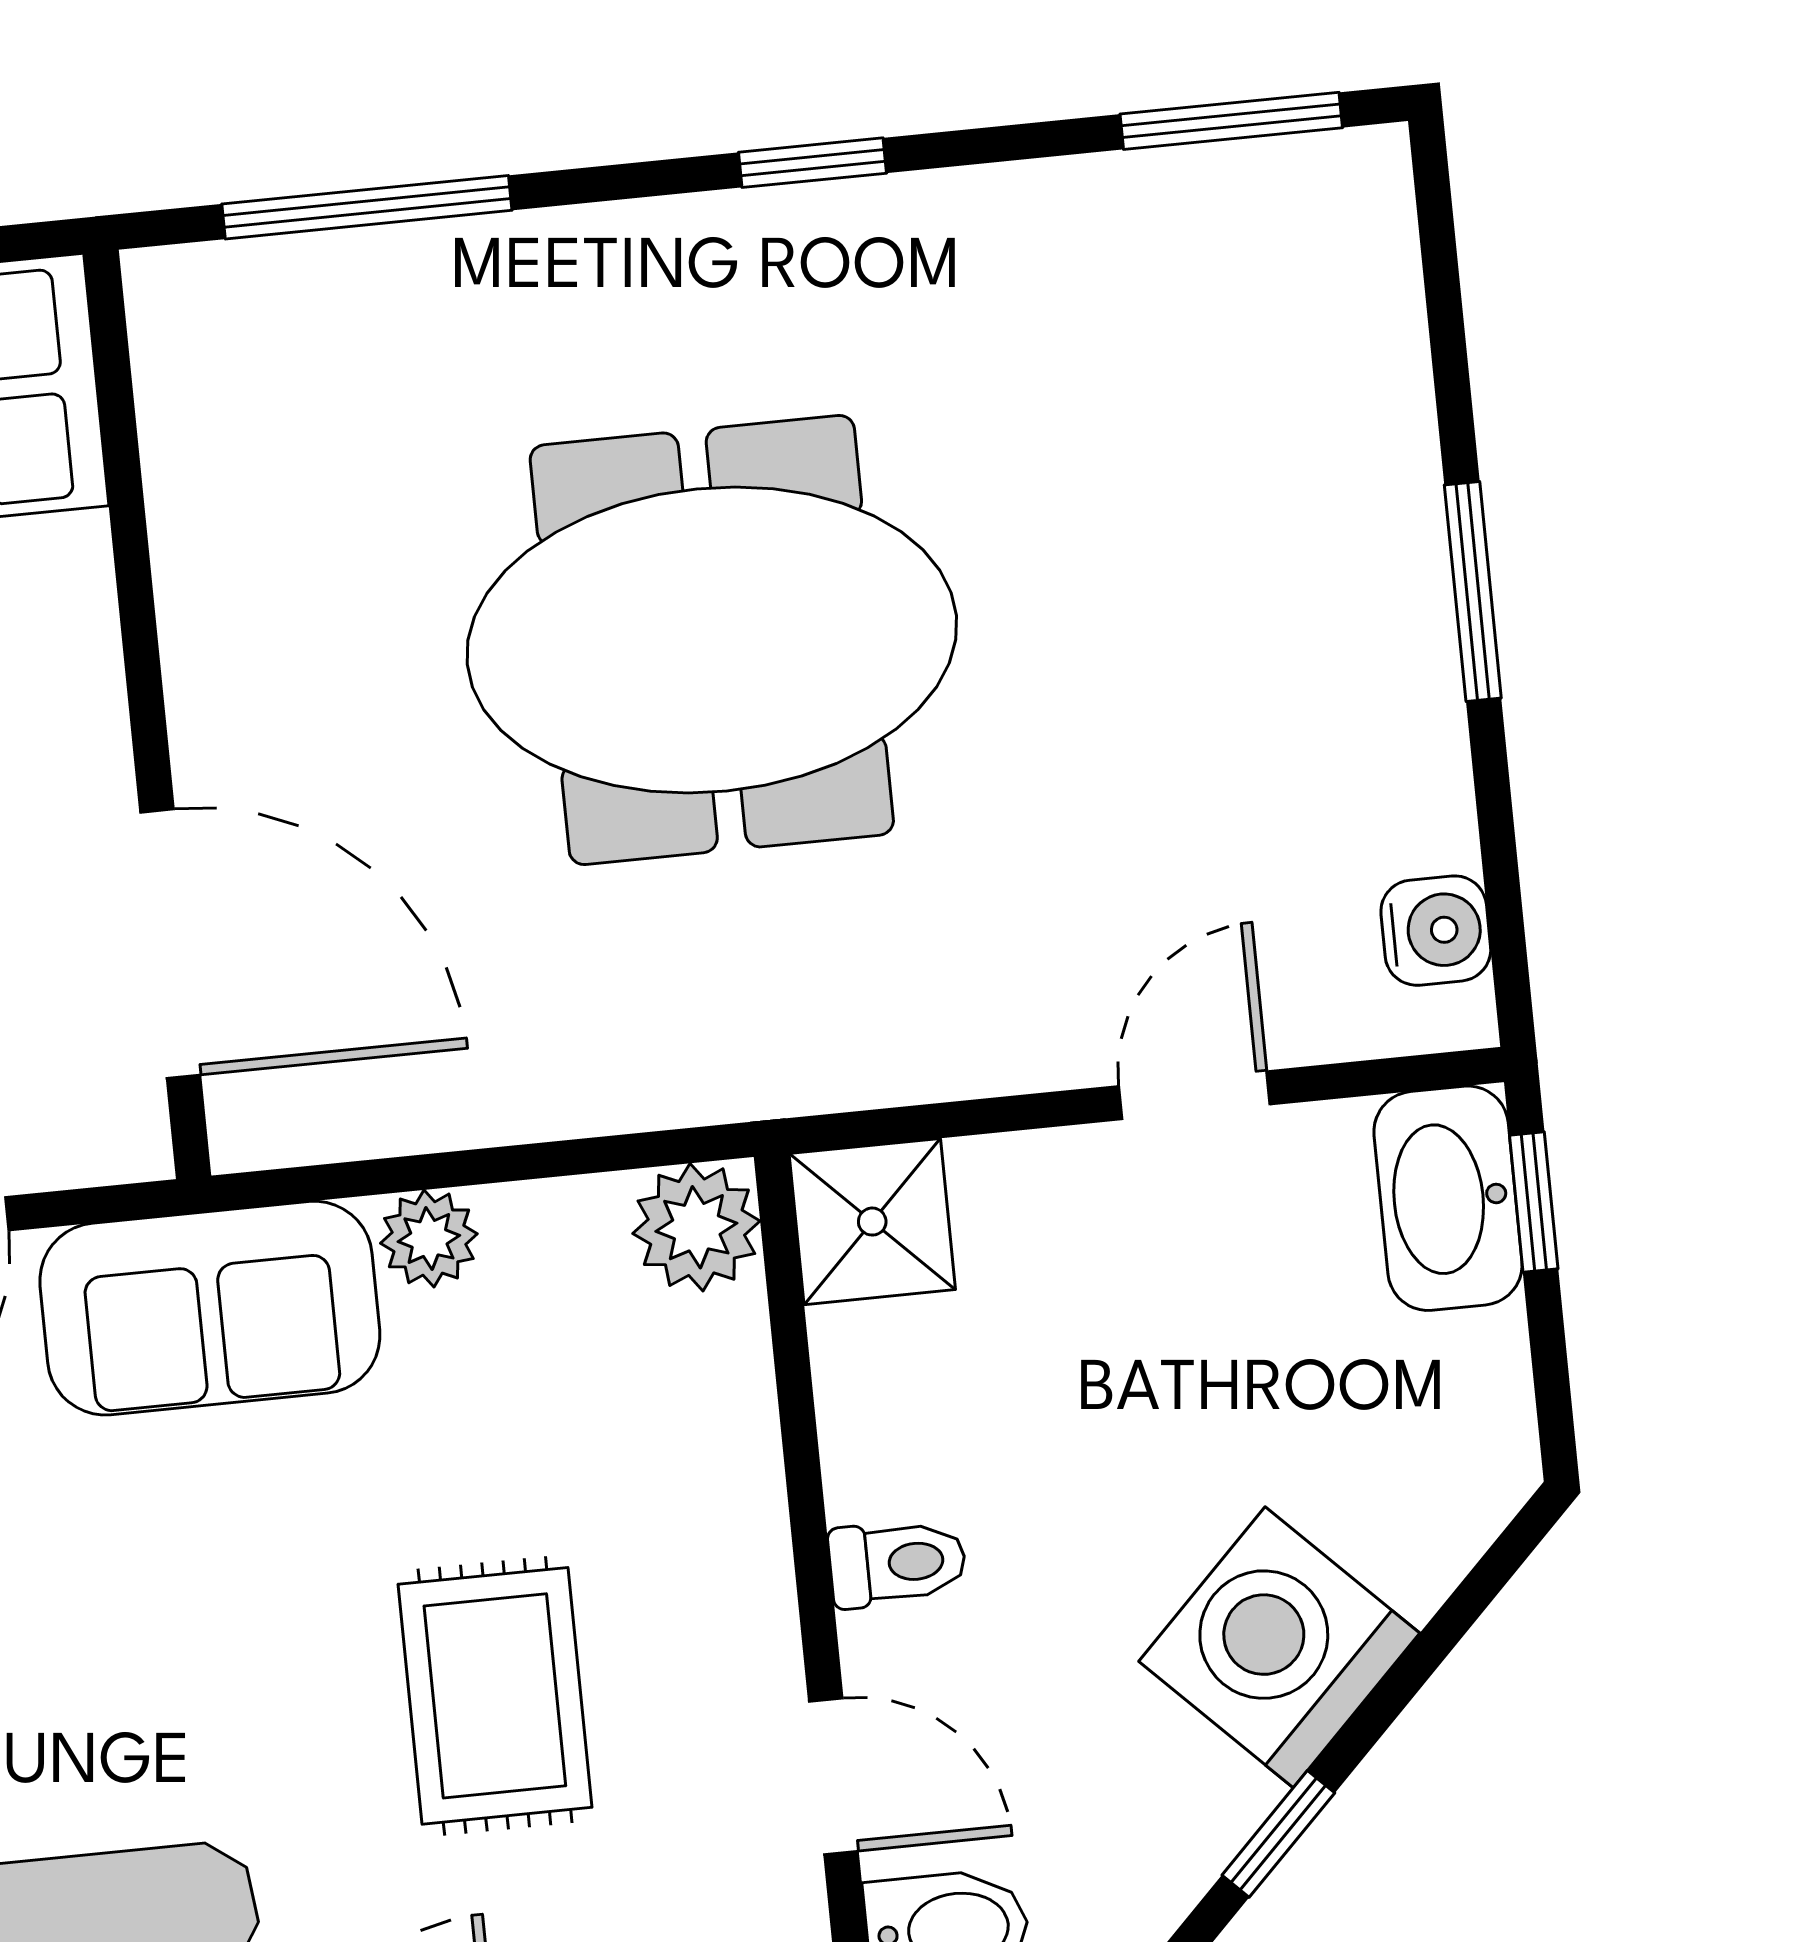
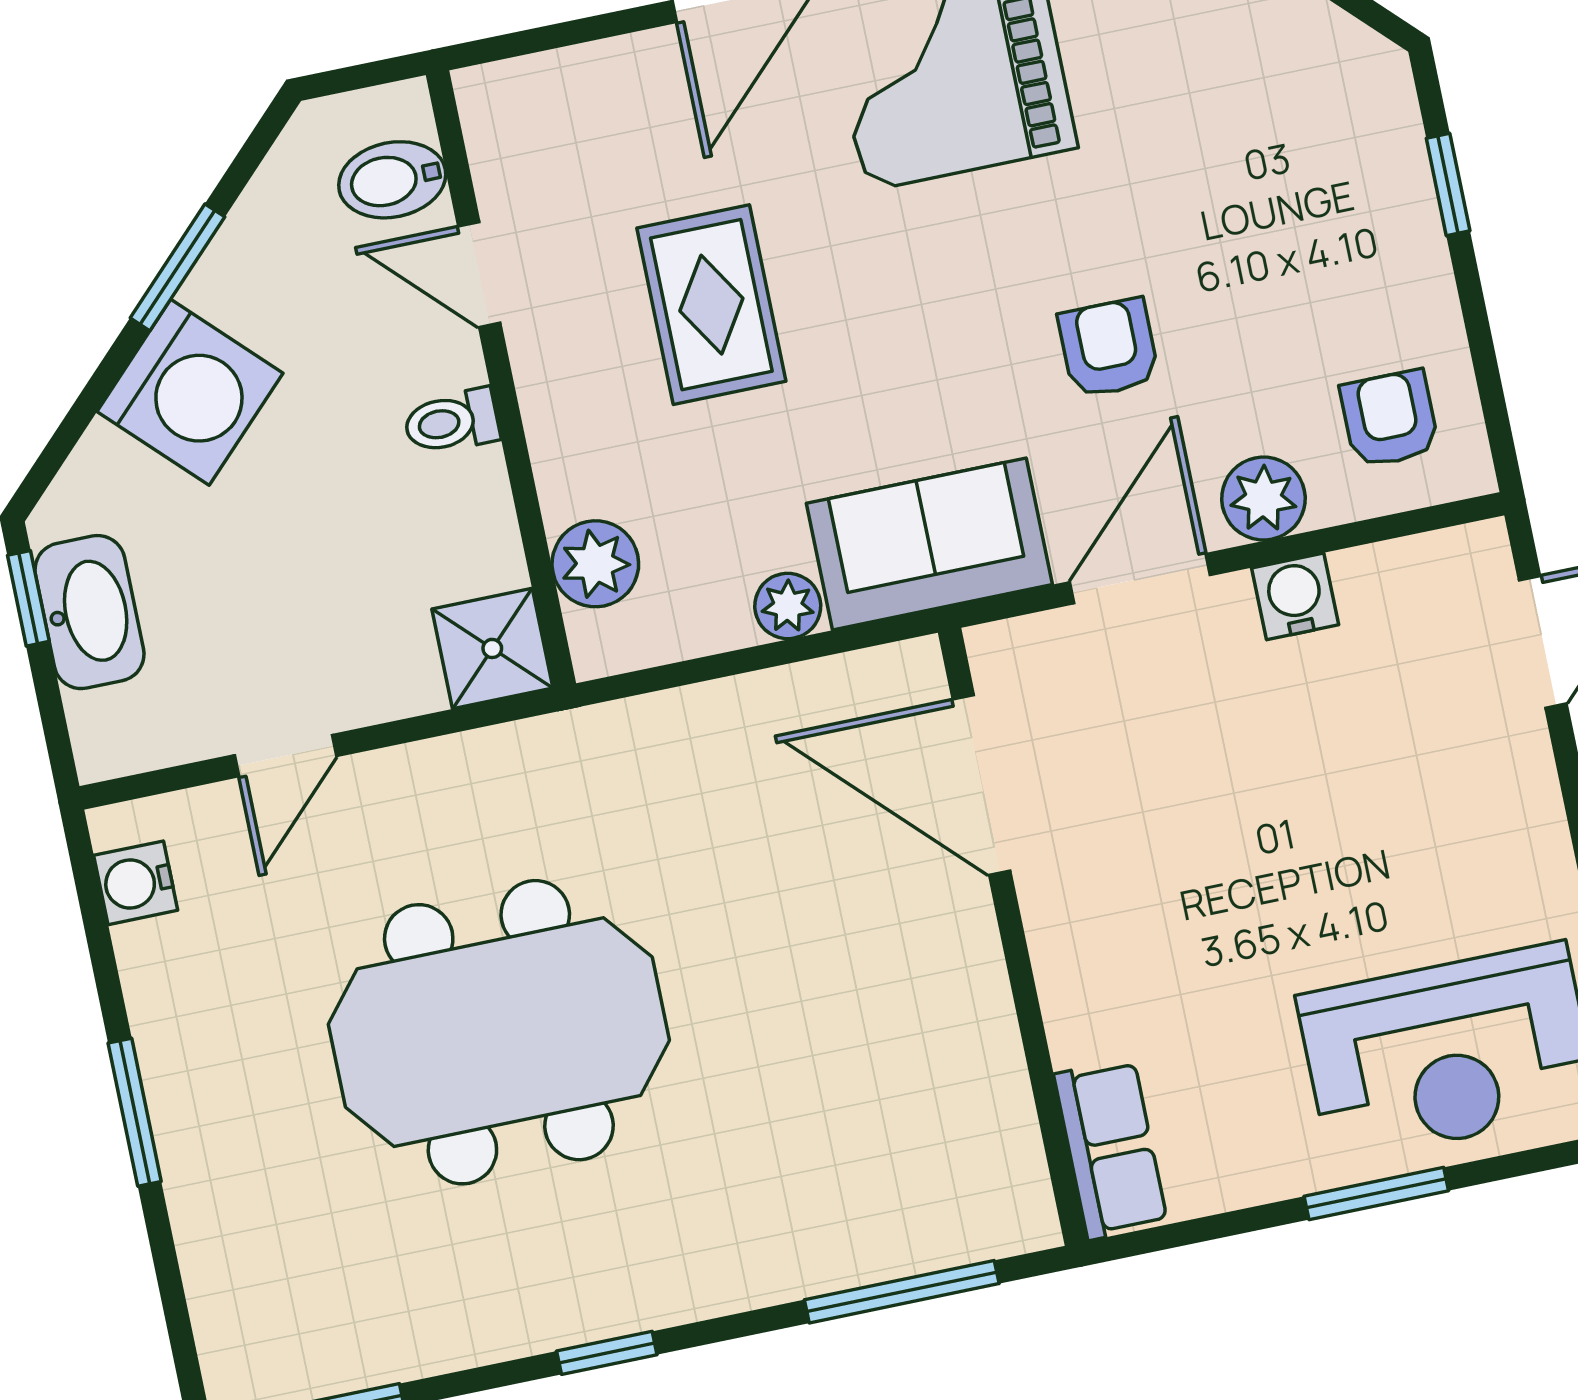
meeting table: (712, 640) -> (499, 1032), moved
washbasin: (1448, 1198) -> (89, 612), moved
window: (1534, 1202) -> (28, 598), moved
plant: (696, 1227) -> (595, 564), moved
window: (1278, 1834) -> (177, 267), width x1.50

